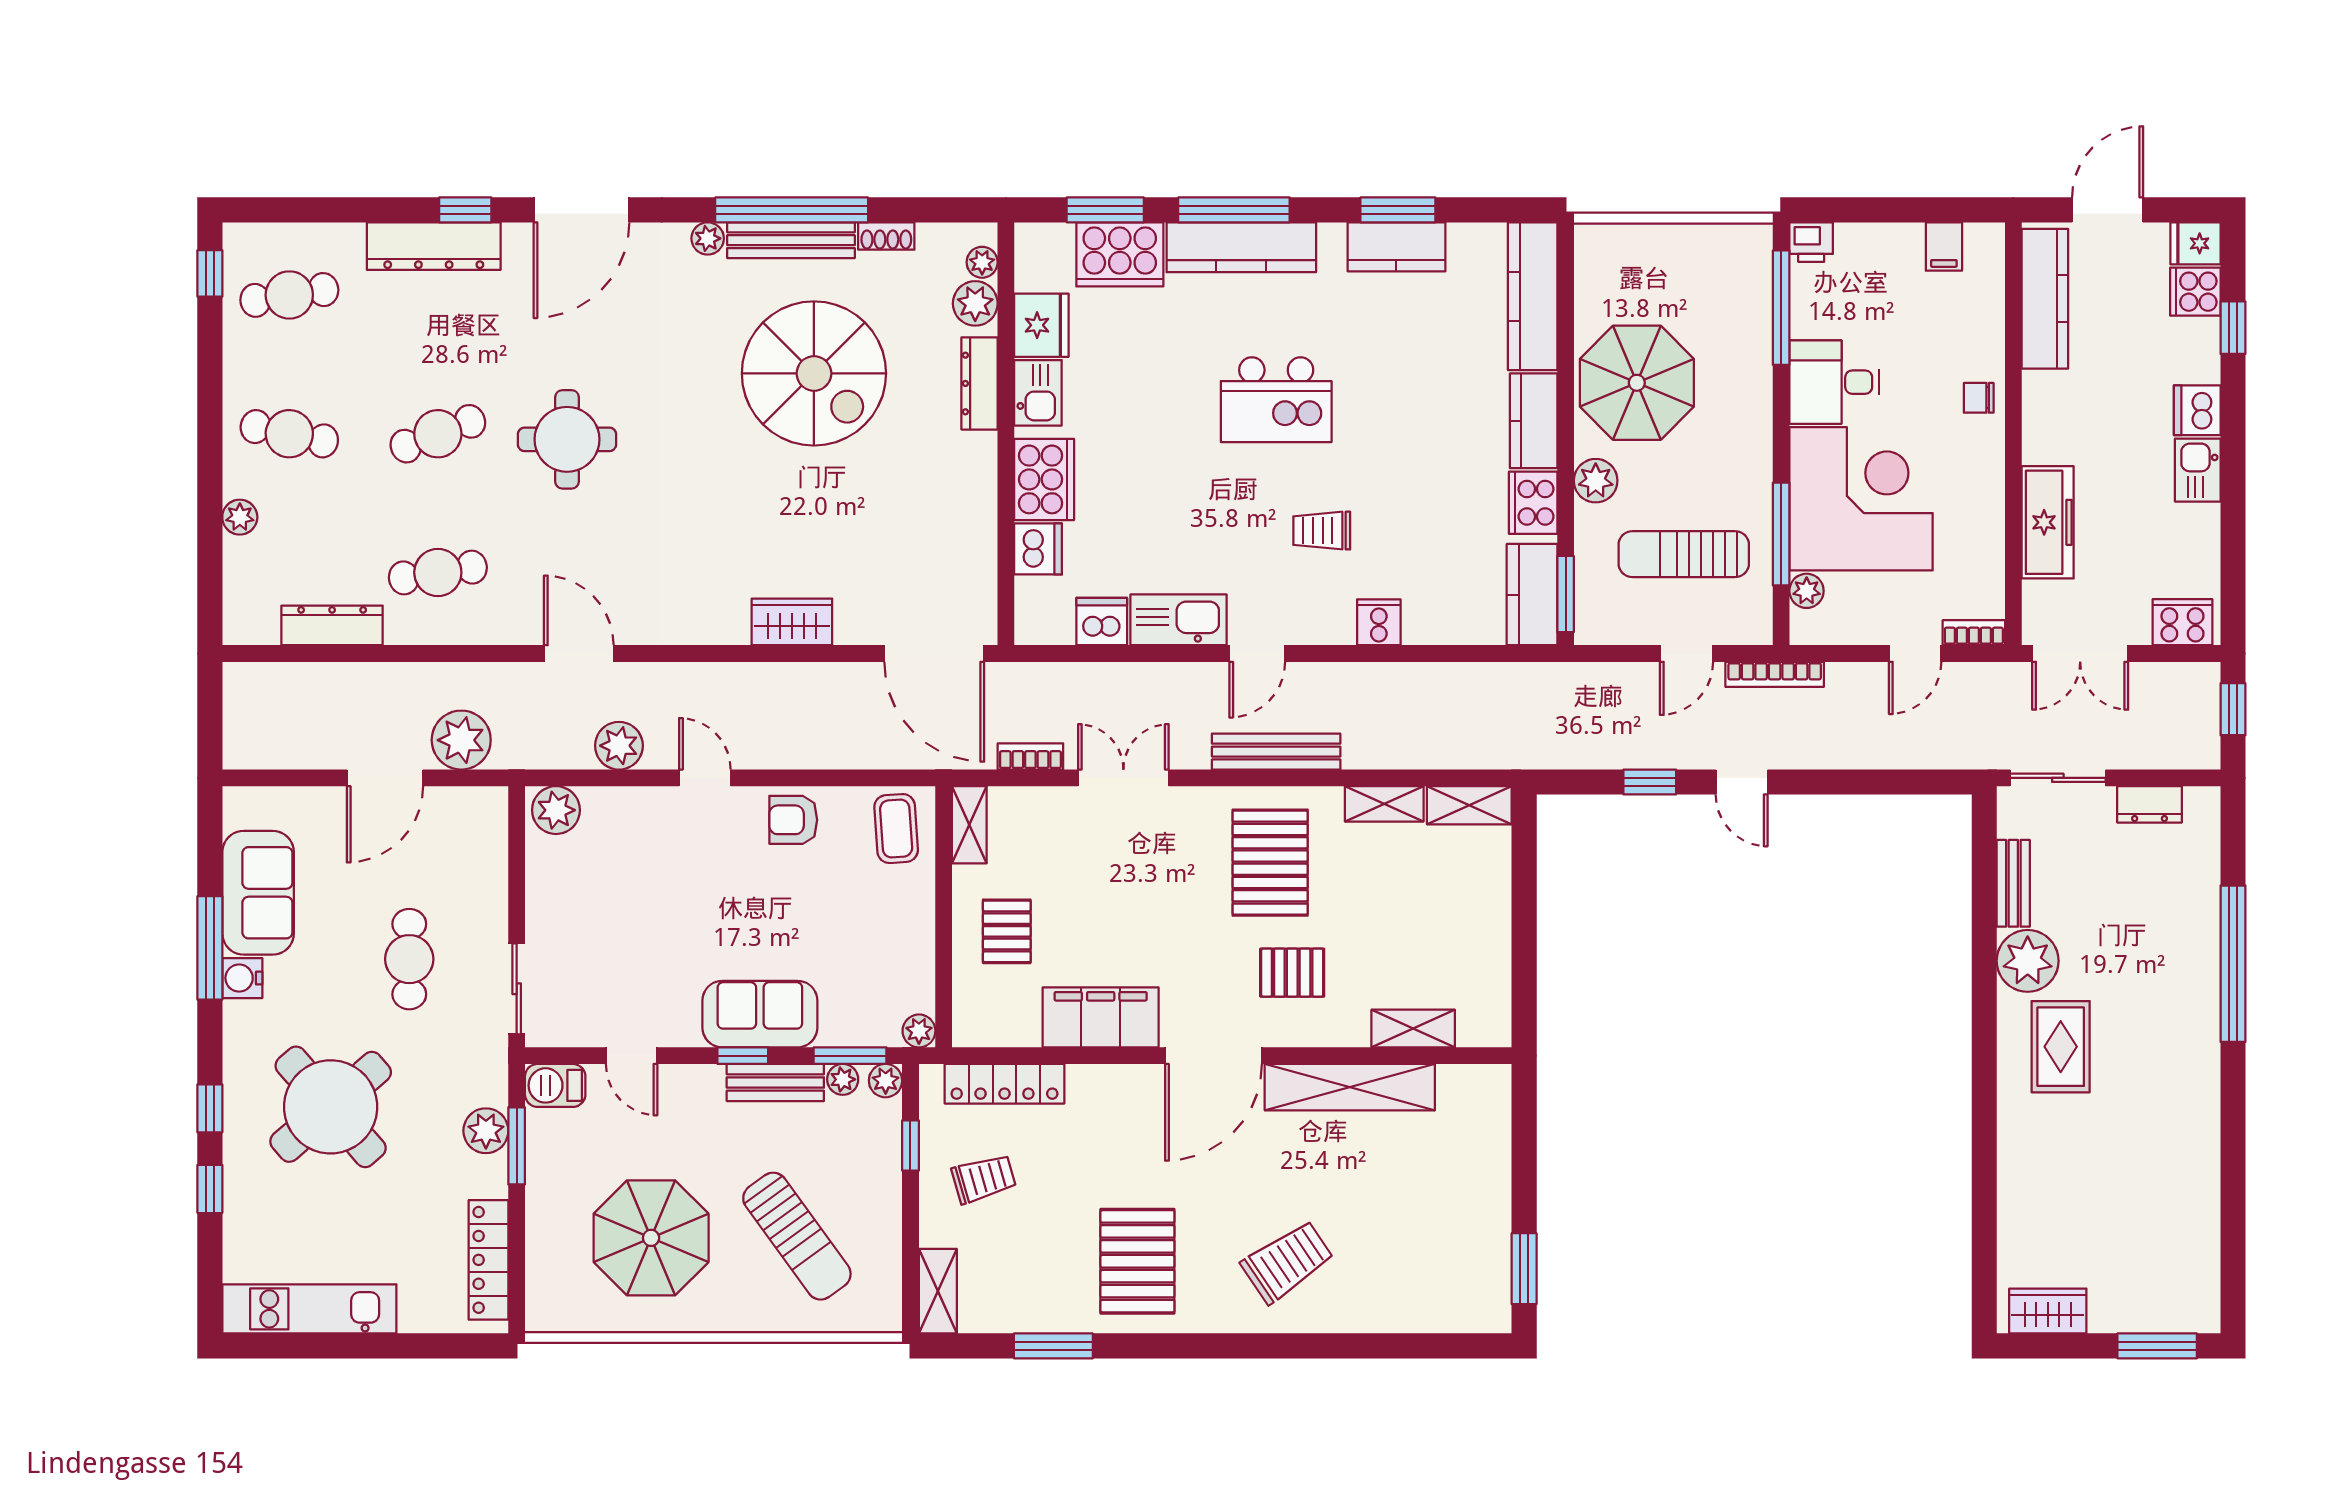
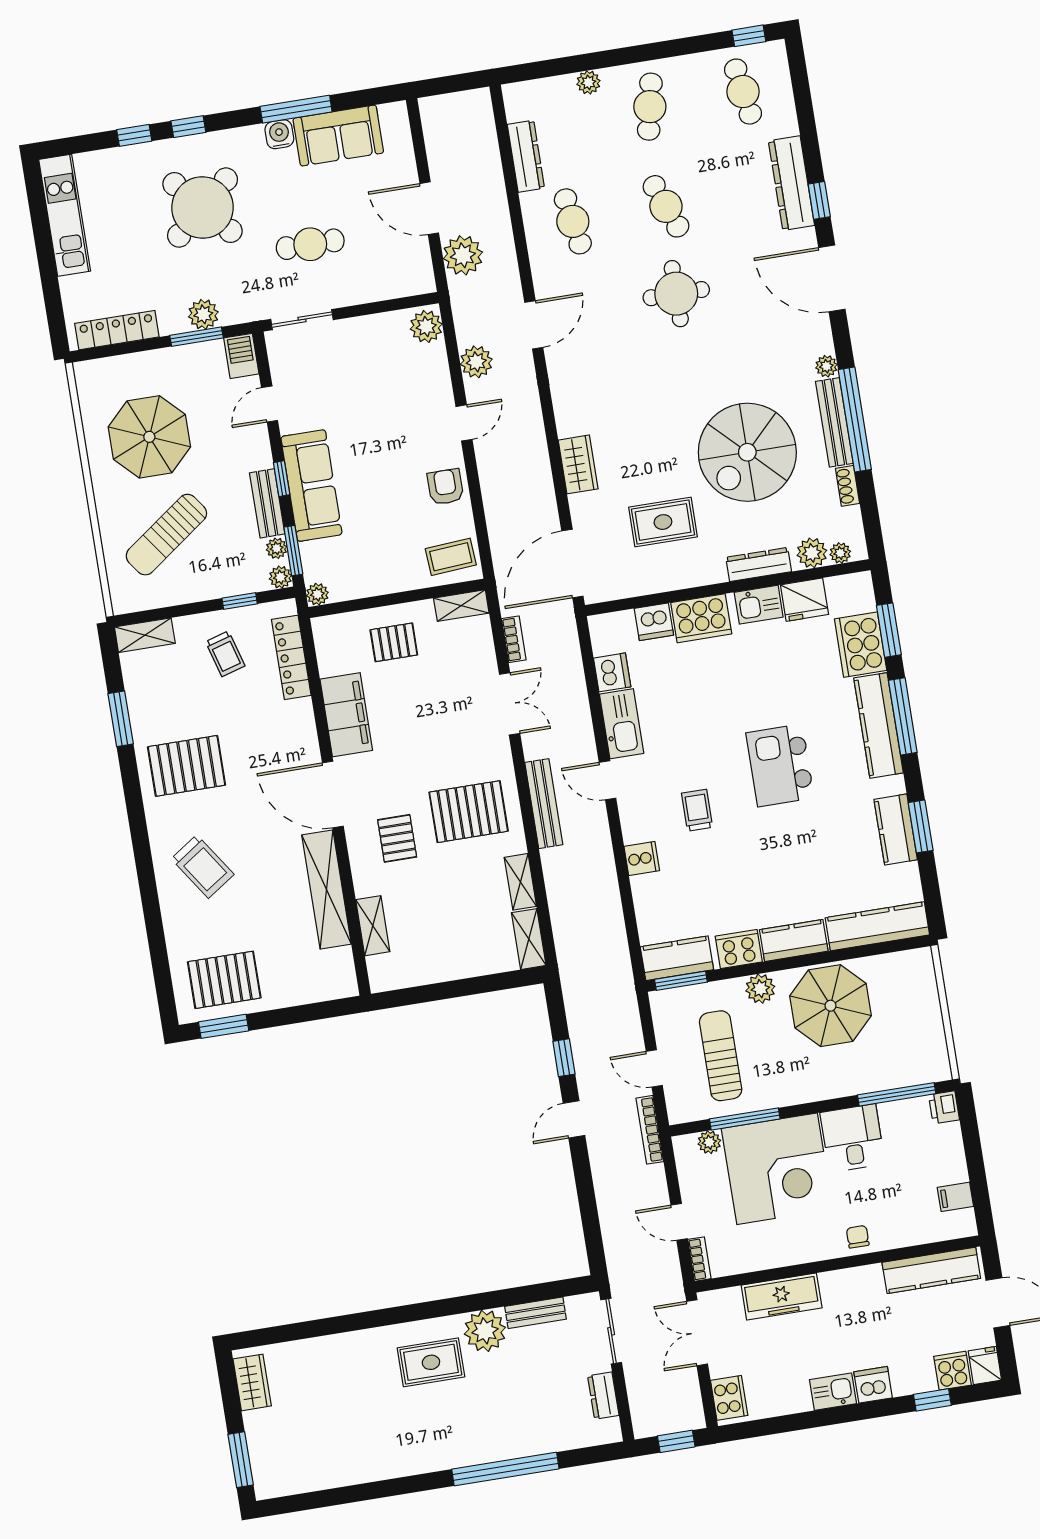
rug: (895, 512) -> (663, 522), added
sofa: (760, 1014) -> (311, 486), width x1.36
pallet: (1457, 1257) -> (224, 980), added

